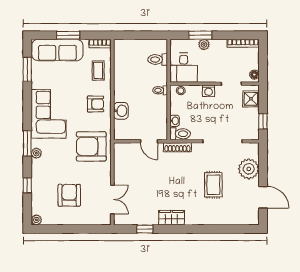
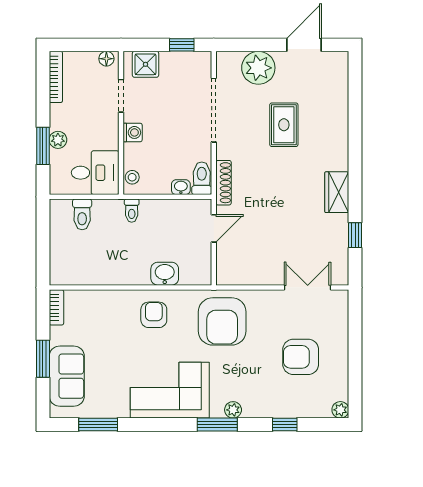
sofa: (57, 50) -> (67, 376), width x0.73
coffee table: (98, 71) -> (100, 310), removed
rug: (213, 185) -> (284, 125), turned 90

